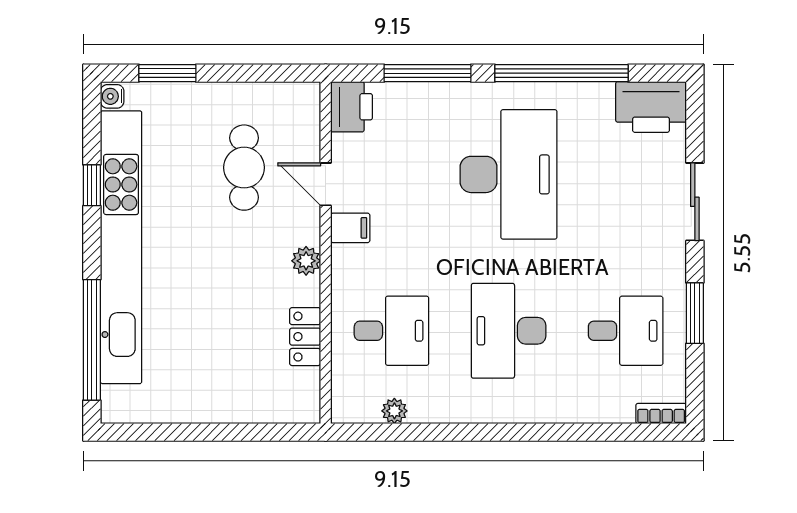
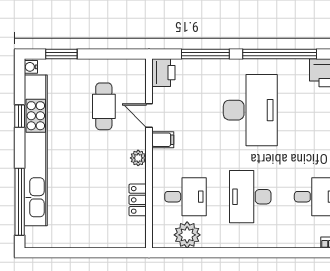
plant: (394, 411) -> (187, 235), width x1.88, depth x1.88

